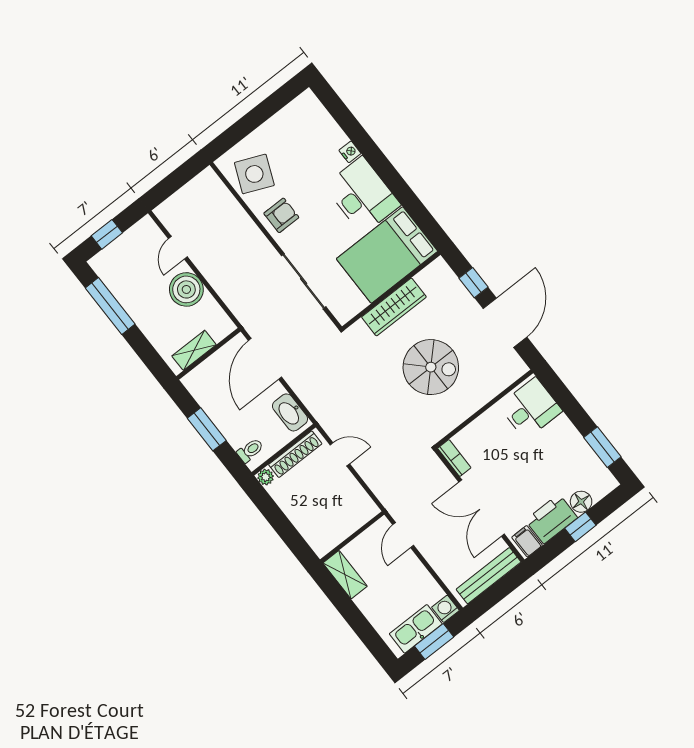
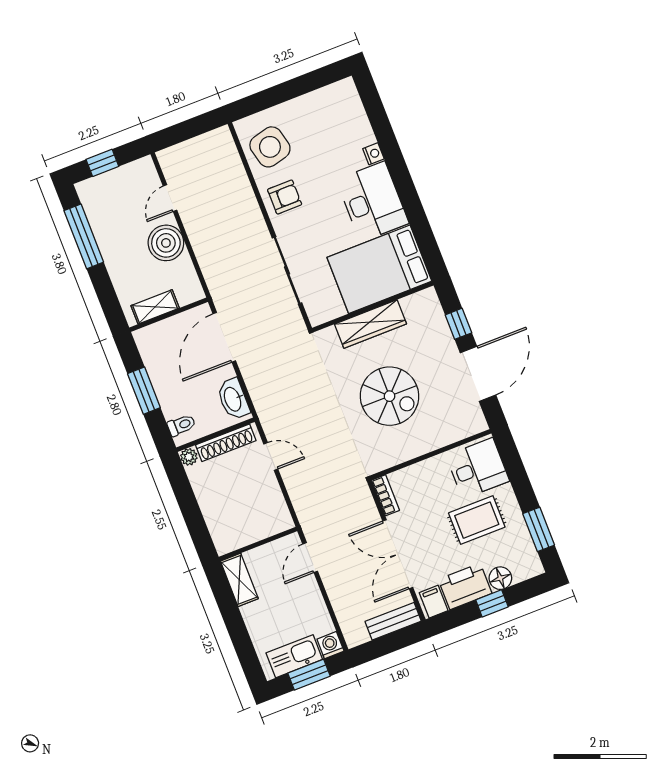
side table: (254, 174) -> (270, 147), turned -37
rug: (544, 455) -> (477, 520), added
bench: (489, 576) -> (393, 621), width x0.73

